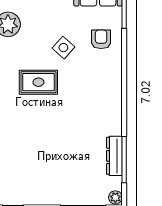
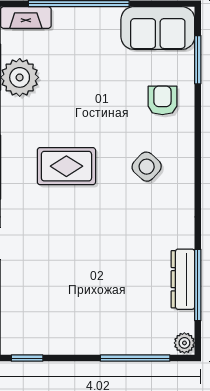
side table: (63, 48) -> (147, 167), moved

